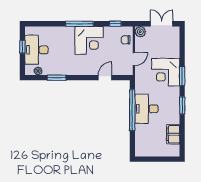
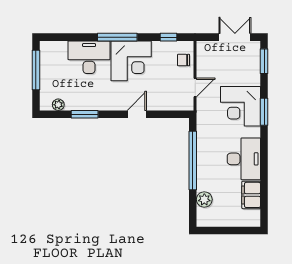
plant: (140, 32) -> (204, 199), moved
window: (22, 47) -> (36, 70), width x2.17
desk: (36, 50) -> (89, 57), moved, turned 90
door: (105, 78) -> (137, 114), moved
window: (182, 105) -> (264, 61), moved
desk: (146, 109) -> (244, 159), moved, turned 180

